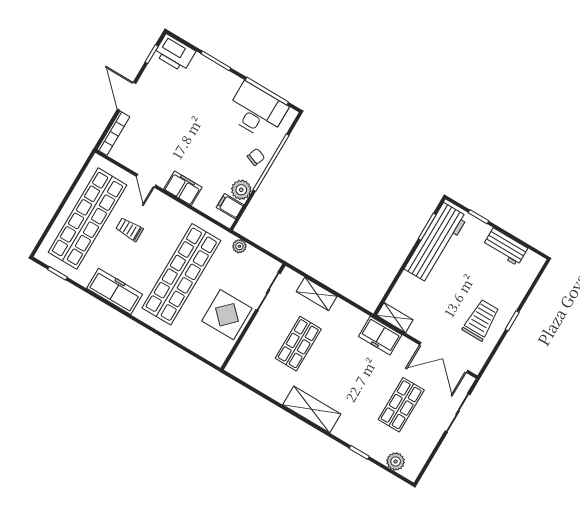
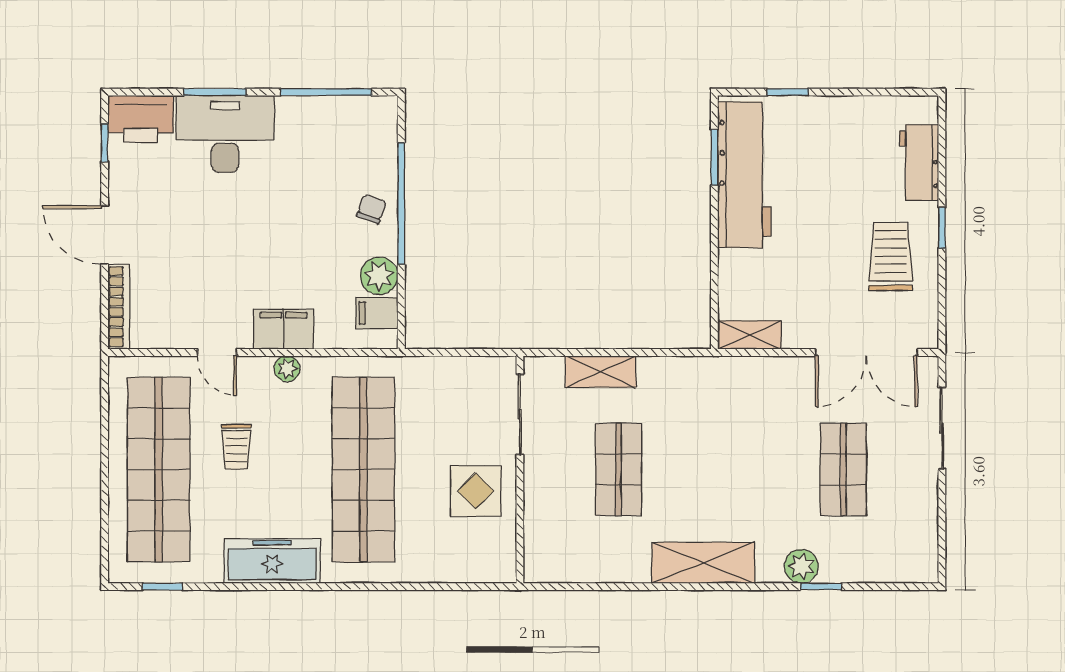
desk: (257, 111) -> (225, 134), moved
trolley: (129, 229) -> (236, 447), turned -90
plant: (239, 246) -> (287, 369), moved
workbench: (505, 247) -> (919, 163), moved, turned 90
display table: (227, 315) -> (476, 491), width x0.73, depth x0.73
freezer: (380, 336) -> (743, 378), removed
plant: (396, 461) -> (801, 566), moved

